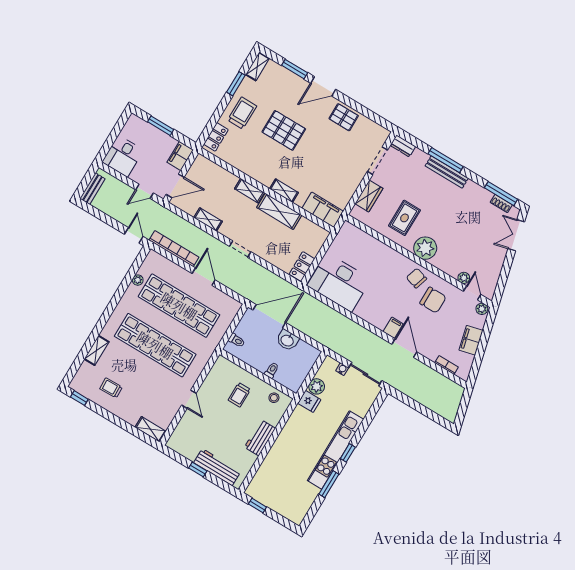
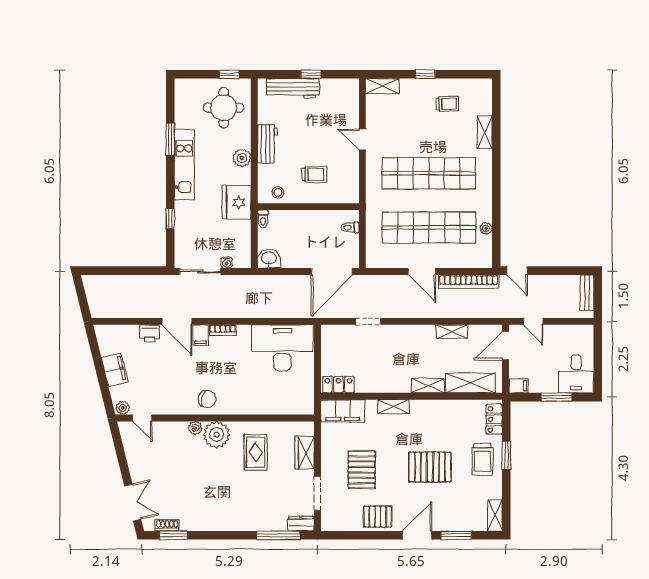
window: (236, 84) -> (506, 455), moved
desk: (123, 156) -> (576, 374), moved, turned 180
filing cabinet: (180, 156) -> (518, 386), width x0.50
pallet: (335, 158) -> (362, 470), added
window: (446, 160) -> (278, 535), moved
bench: (447, 172) -> (241, 524), removed
door: (144, 191) -> (533, 321), swing flipped
window: (501, 194) -> (173, 535), width x0.69
shelving: (279, 211) -> (470, 383), moved
doorway: (240, 249) -> (368, 321), moved
locker: (302, 267) -> (338, 385), moved, turned -90
plant: (464, 278) -> (195, 428), moved
chair: (433, 300) -> (177, 387), removed
washbasin: (287, 340) -> (269, 258), moved
printer: (430, 351) -> (150, 334), added
bookcase: (446, 365) -> (223, 330), moved
toilet: (272, 370) -> (263, 219), moved
plant: (317, 386) -> (242, 158), moved
trolley: (239, 395) -> (314, 174), turned 90
window: (79, 398) -> (425, 74), moved
fridge: (309, 401) -> (237, 202), width x1.88, depth x1.34
kitchen unit: (336, 450) -> (184, 165), width x0.73
window: (348, 453) -> (170, 219), moved
round table: (276, 483) -> (224, 108), added

